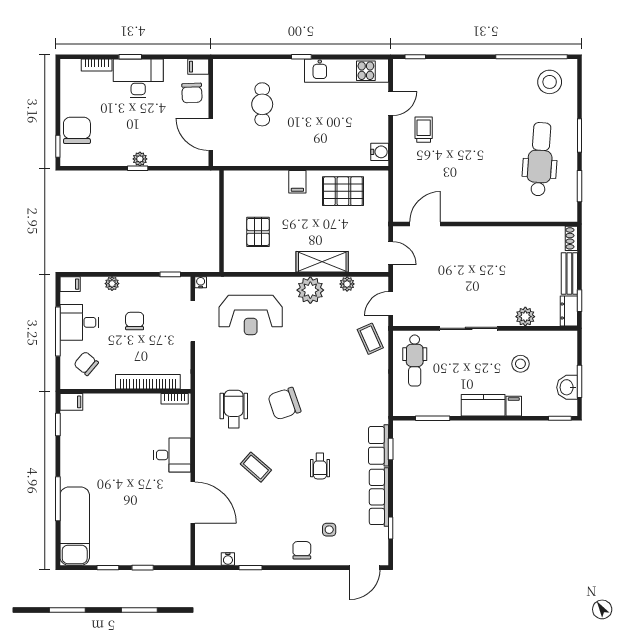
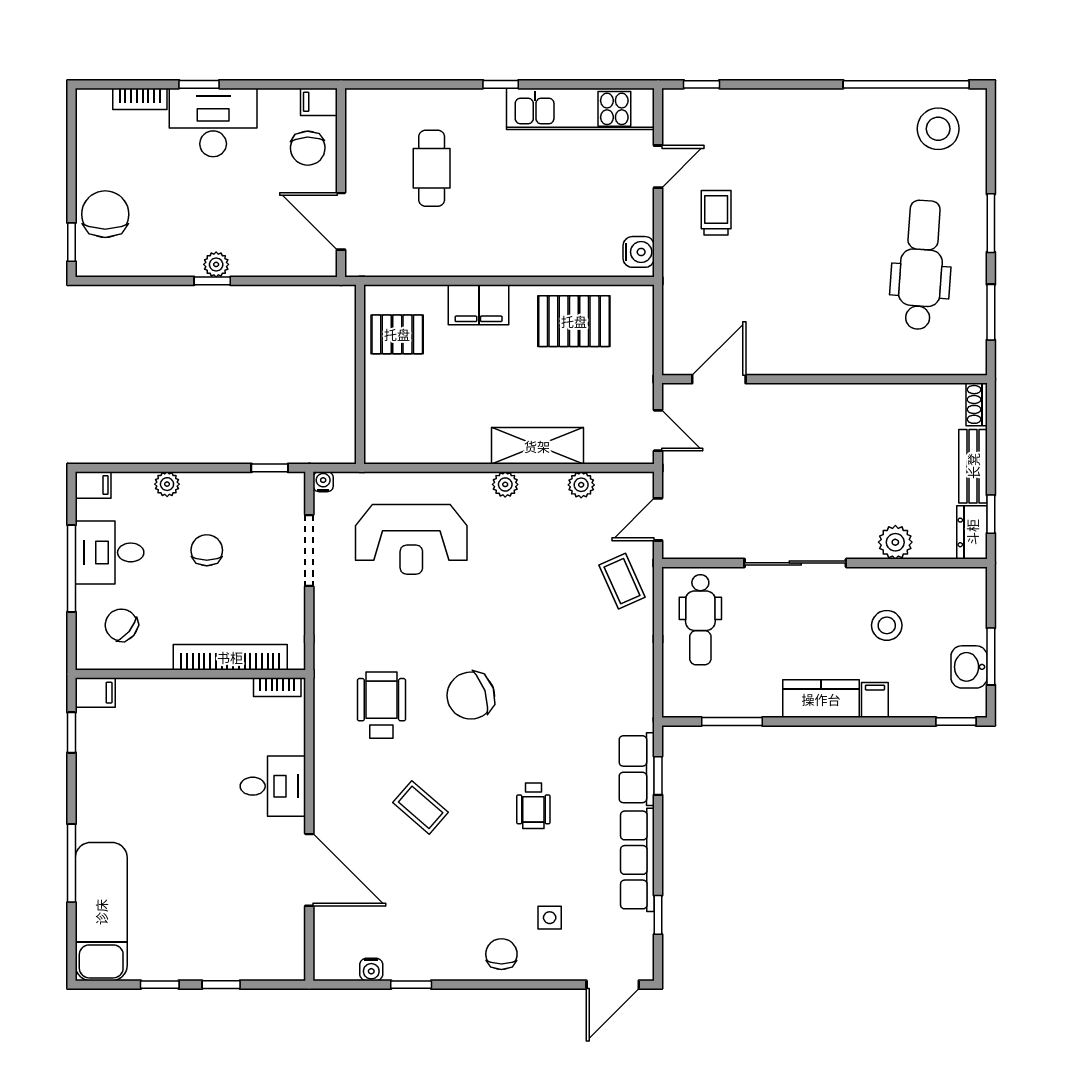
filing cabinet: (297, 182) -> (479, 305), width x2.00
pallet: (258, 232) -> (397, 334), moved, turned 90
plant: (310, 290) -> (505, 484), width x0.53, depth x0.53

